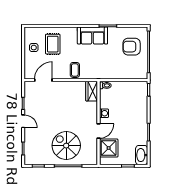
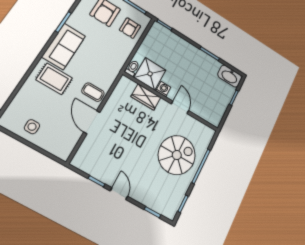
rug: (53, 44) -> (54, 79), moved
armchair: (131, 69) -> (130, 28), added
door: (43, 80) -> (92, 122), moved
wardrobe: (92, 91) -> (146, 97), moved
door: (23, 121) -> (119, 194), hinge flipped
spiral stairs: (66, 146) -> (177, 155), turned 180
shower: (109, 148) -> (150, 74), moved

